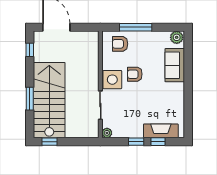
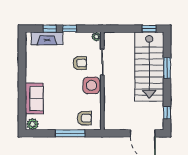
armchair: (135, 74) -> (80, 63), moved

